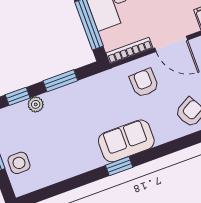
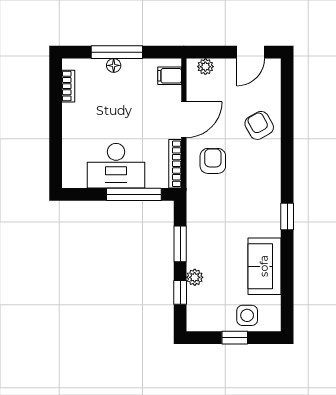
armchair: (144, 83) -> (213, 161), turned 92
sofa: (126, 141) -> (264, 266), moved

